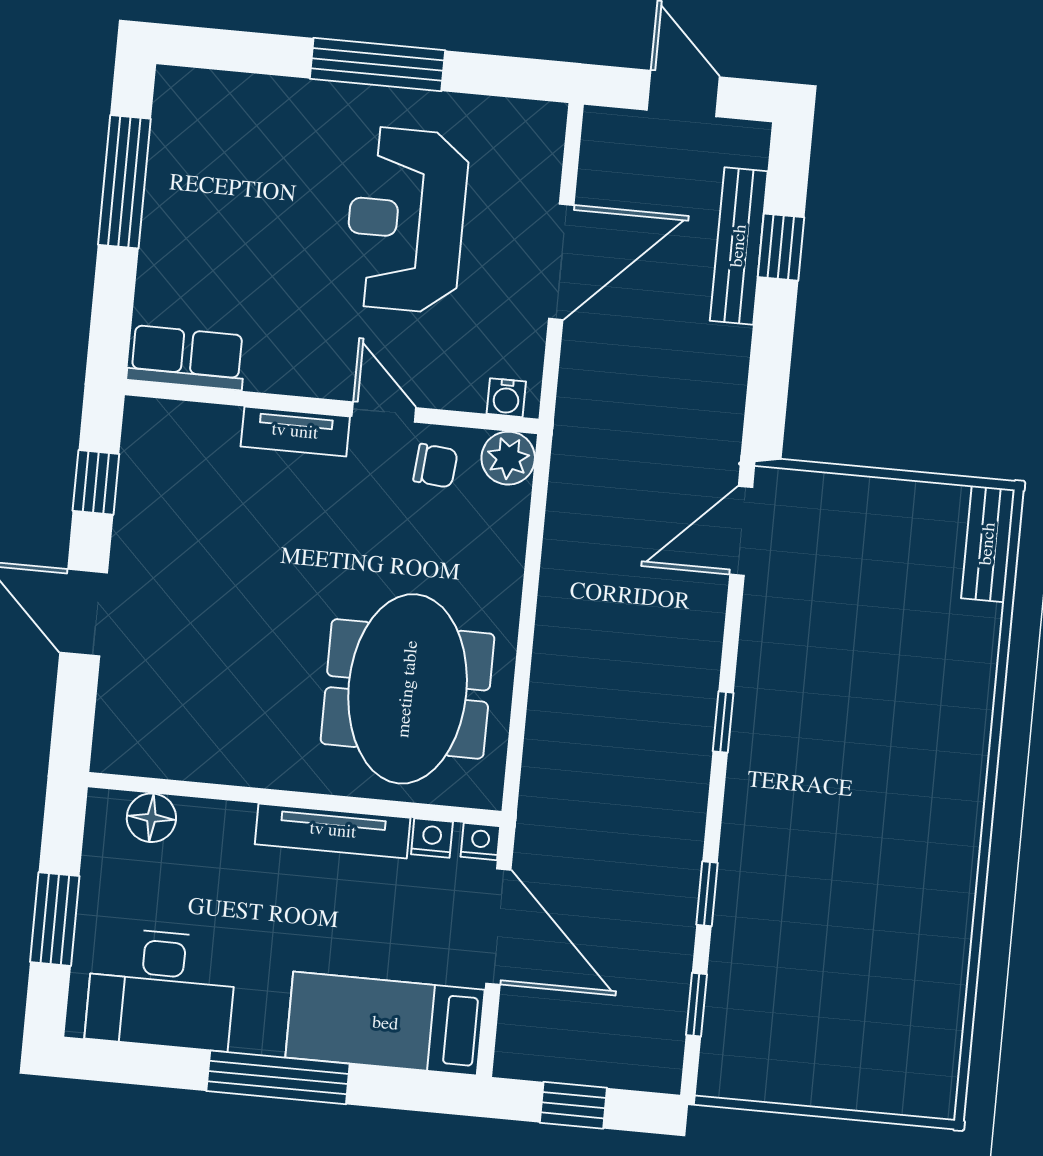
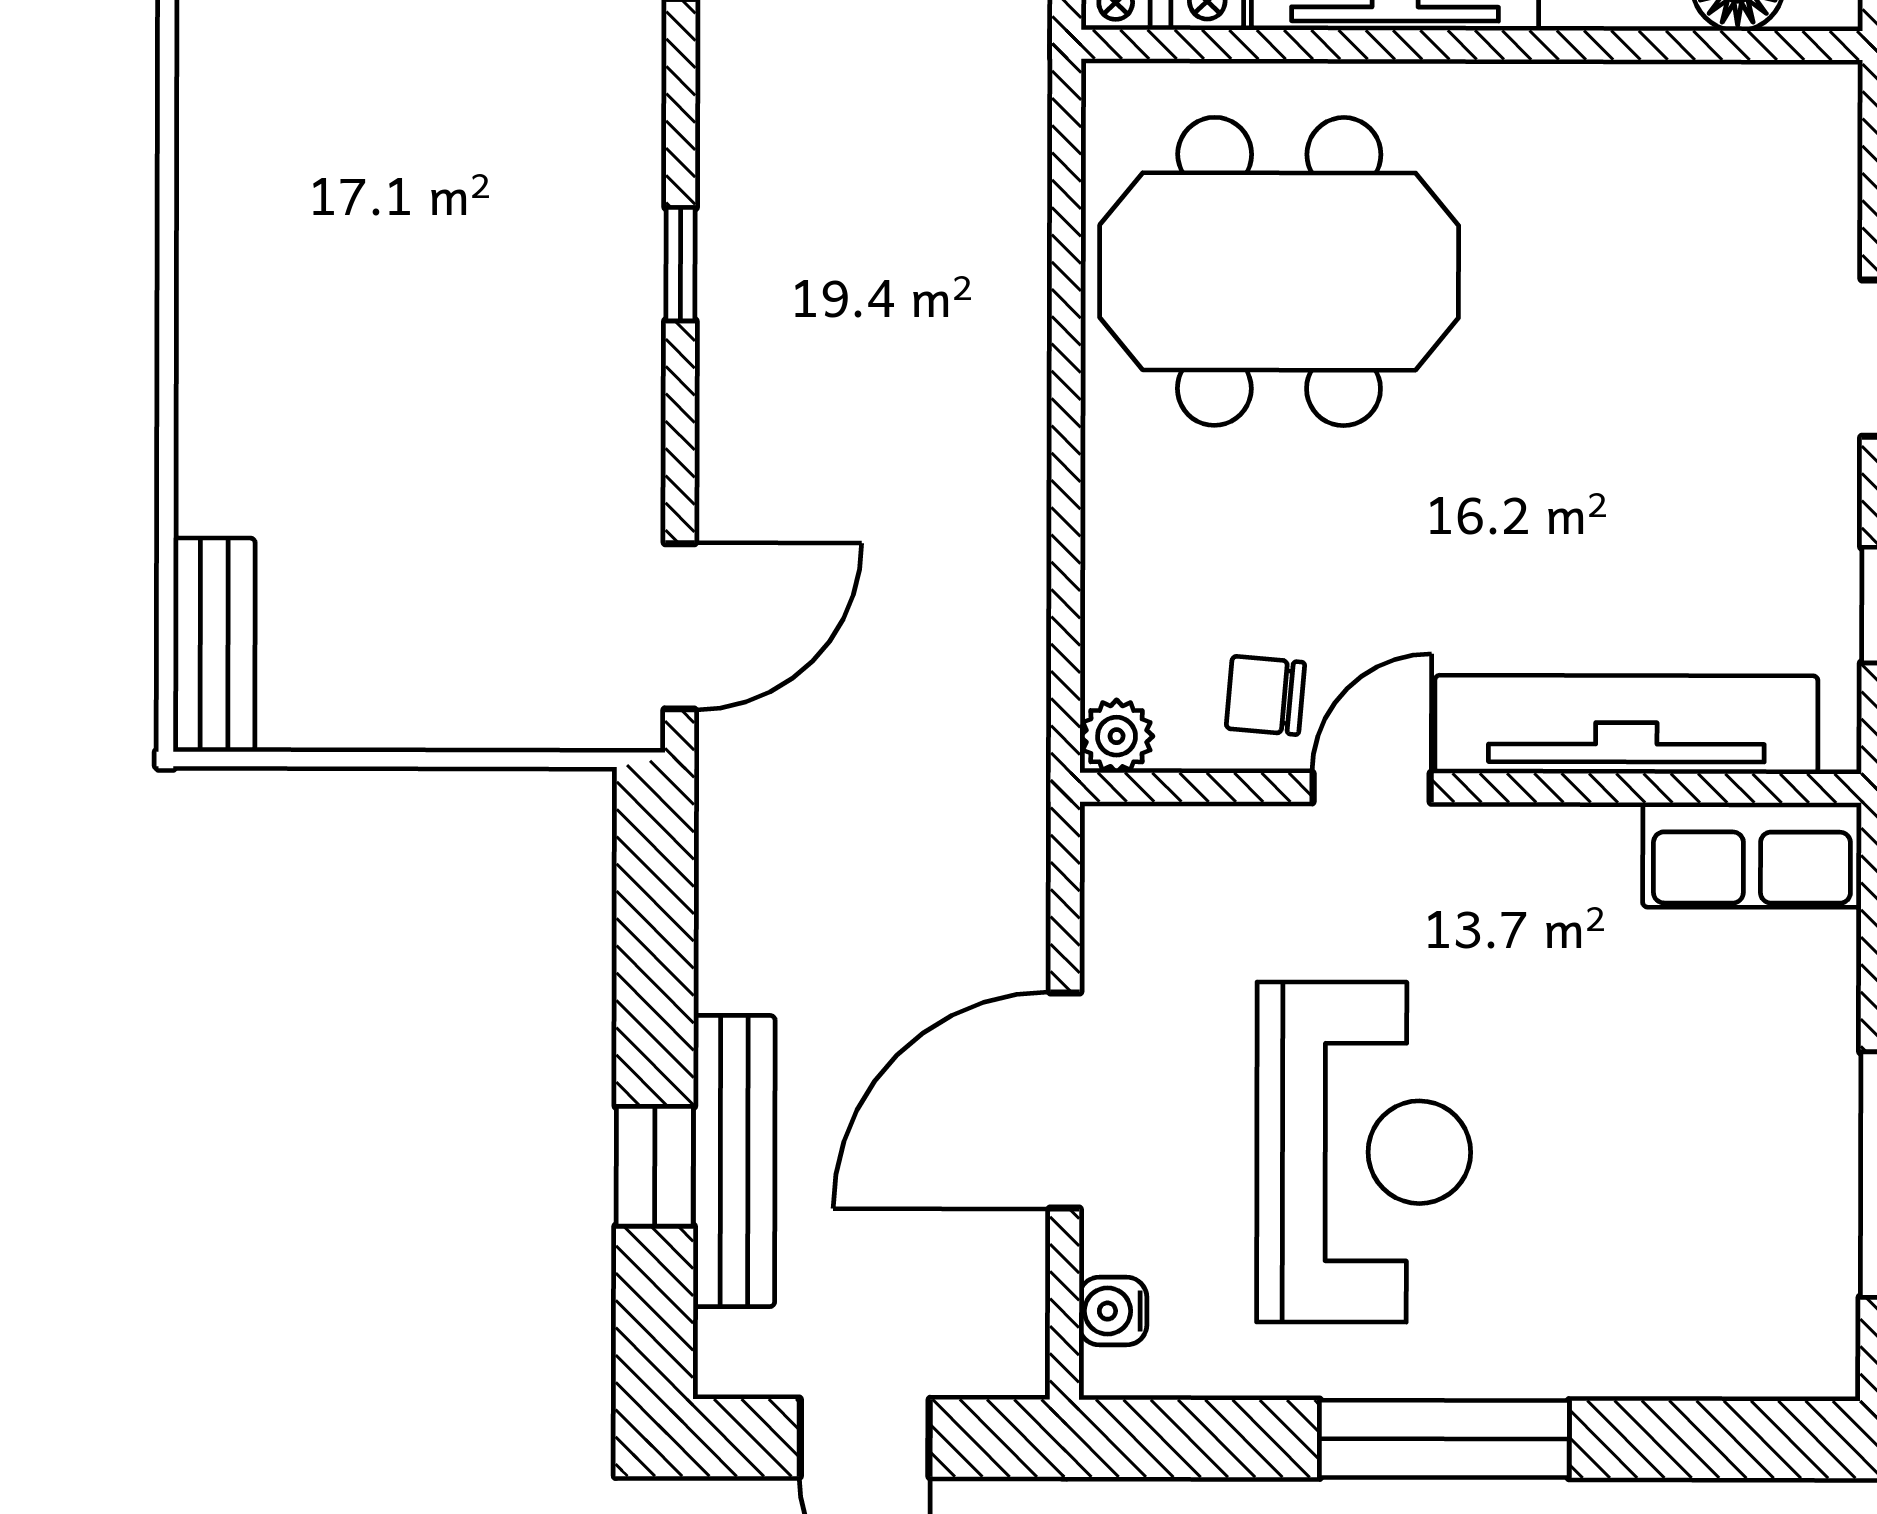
water cooler: (506, 398) -> (1113, 1311), moved, turned -90
door: (384, 412) -> (1372, 788), swing flipped
tv unit: (295, 432) -> (1626, 725), width x1.92, depth x1.29
plant: (508, 458) -> (1117, 736), width x0.73, depth x0.73
meeting table: (408, 689) -> (1279, 271), turned 90

